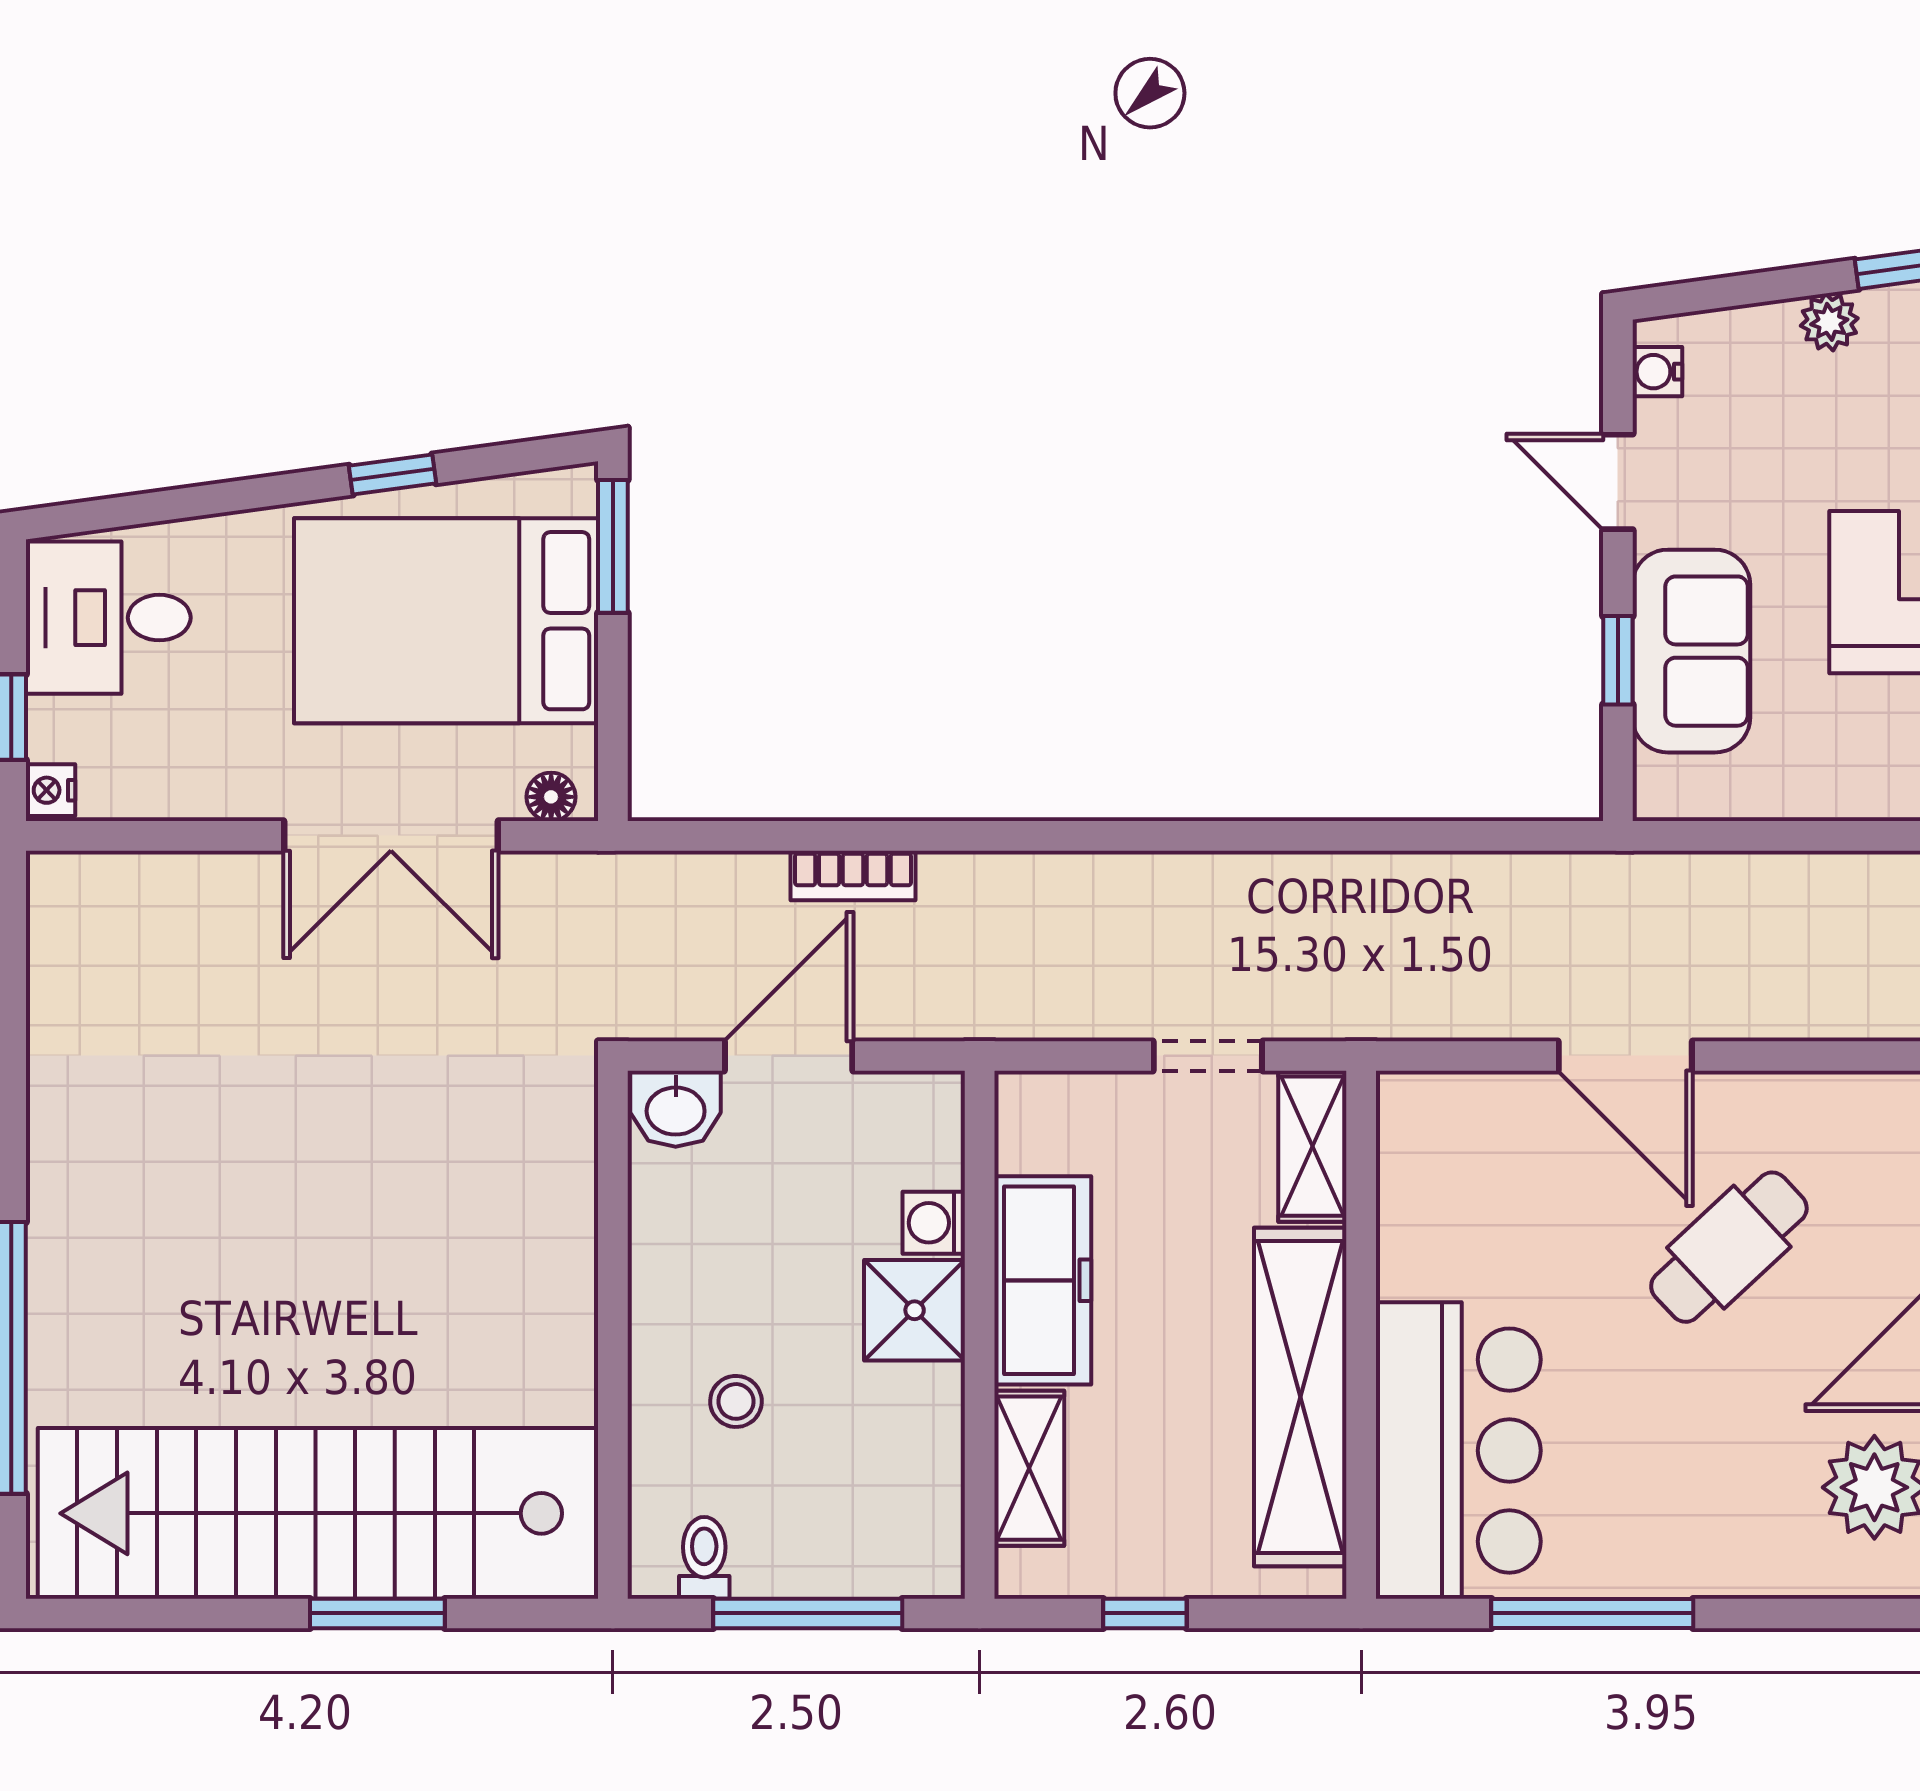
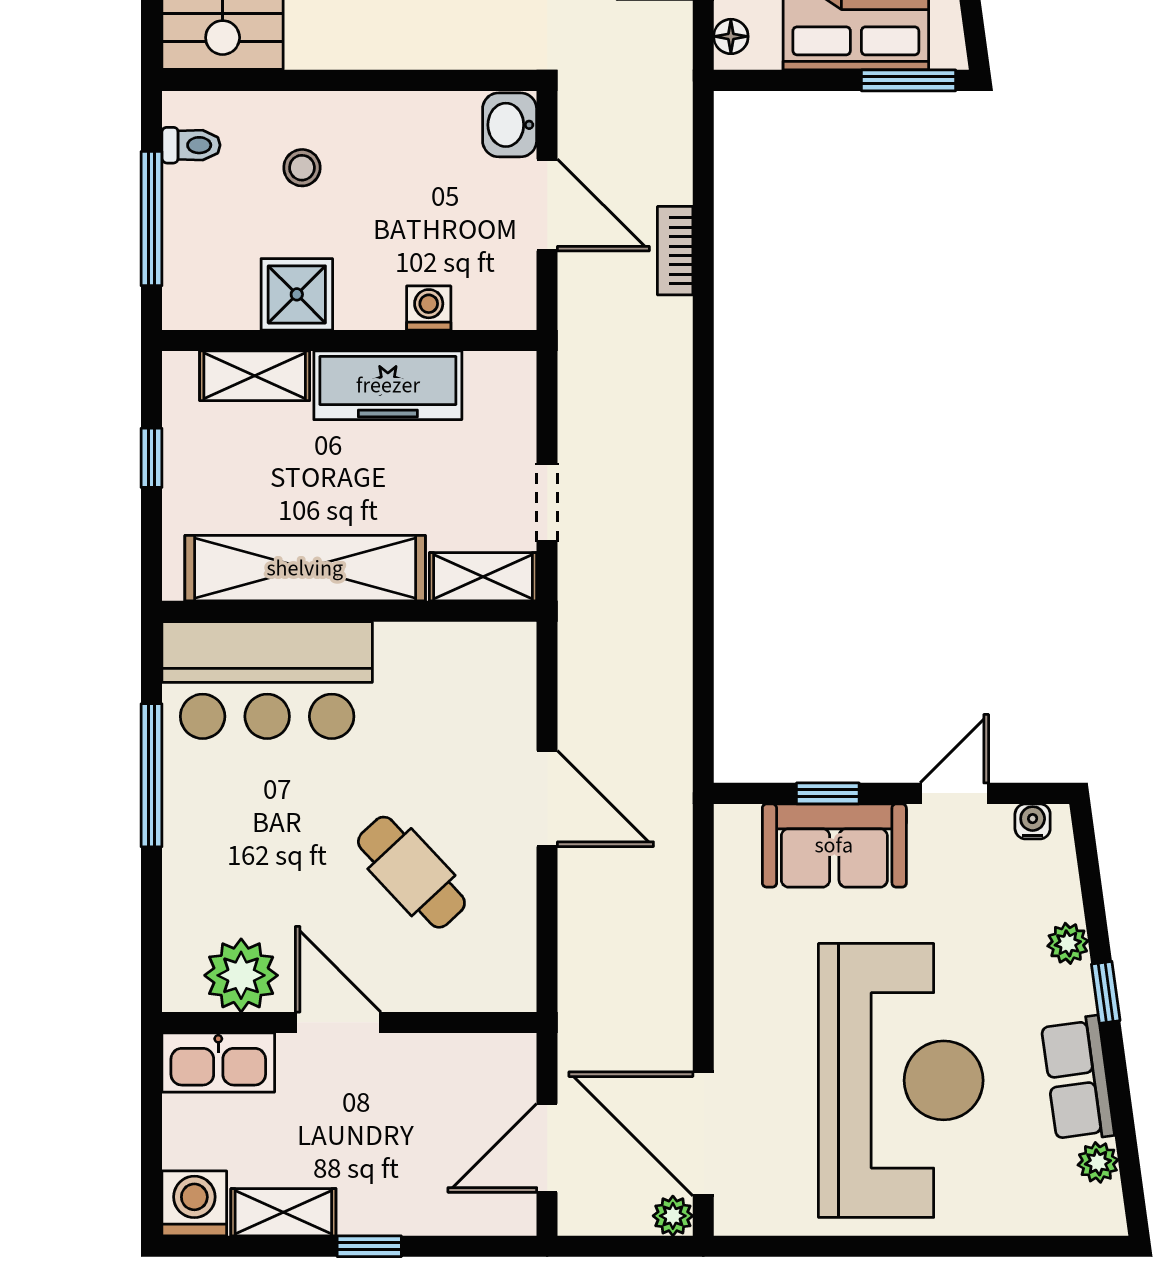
door: (1625, 1056) -> (547, 799), swing flipped
shower: (915, 1310) -> (297, 294), moved

